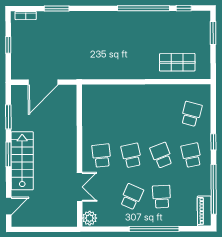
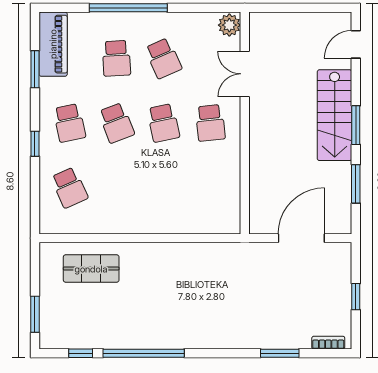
school desk: (191, 114) -> (69, 188), turned -39
window: (214, 189) -> (35, 69), width x0.47
school desk: (132, 197) -> (163, 58), turned -48
piano: (204, 211) -> (53, 44), width x1.37, depth x1.33

